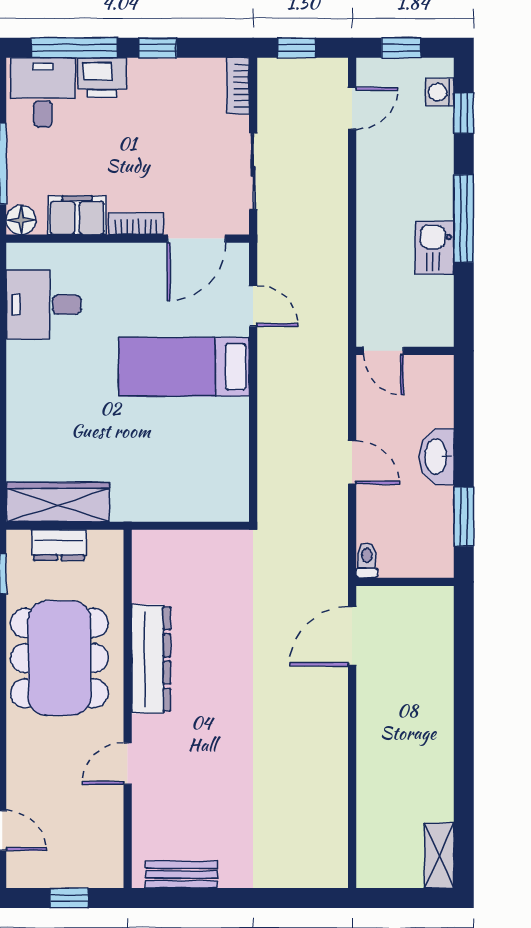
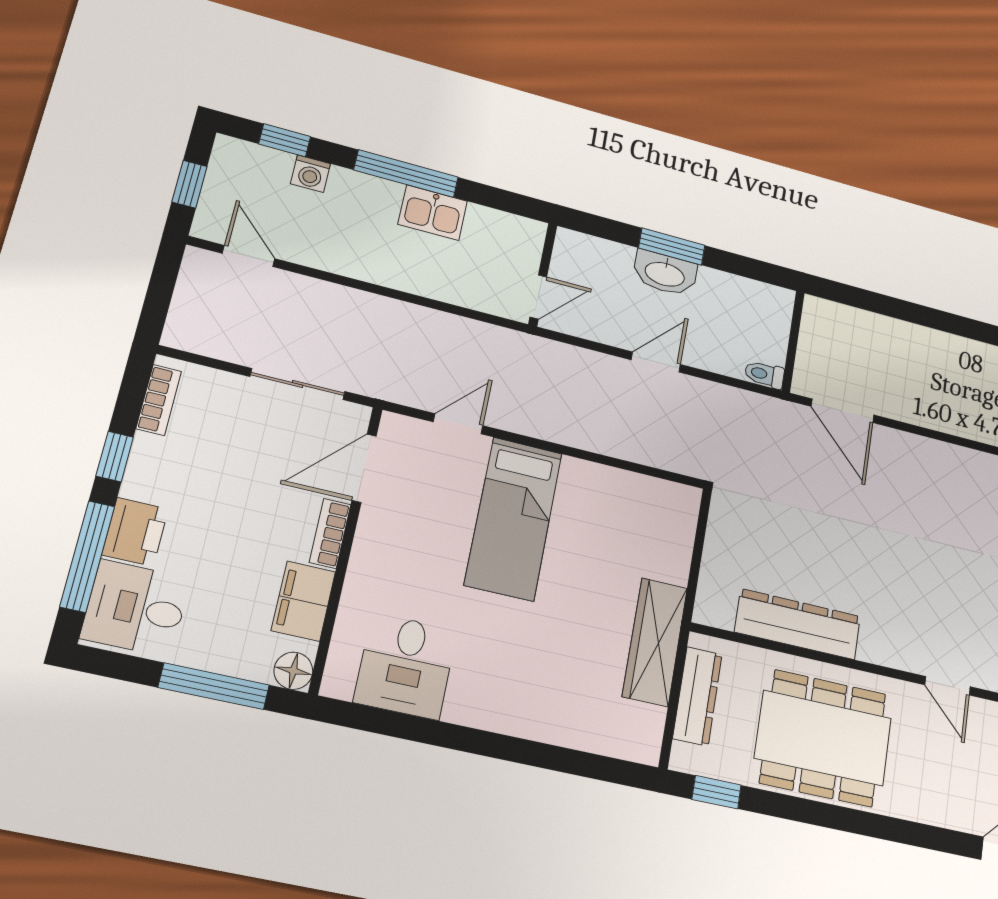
window: (296, 48) -> (158, 298), removed
bookcase: (238, 86) -> (159, 400), moved, turned -90
washing machine: (440, 92) -> (310, 174), moved
door: (196, 239) -> (364, 468), swing flipped
wardrobe: (58, 502) -> (655, 642), moved
window: (464, 517) -> (672, 247), moved
dresser: (59, 545) -> (697, 696), width x1.44
dresser: (151, 659) -> (798, 624), moved

